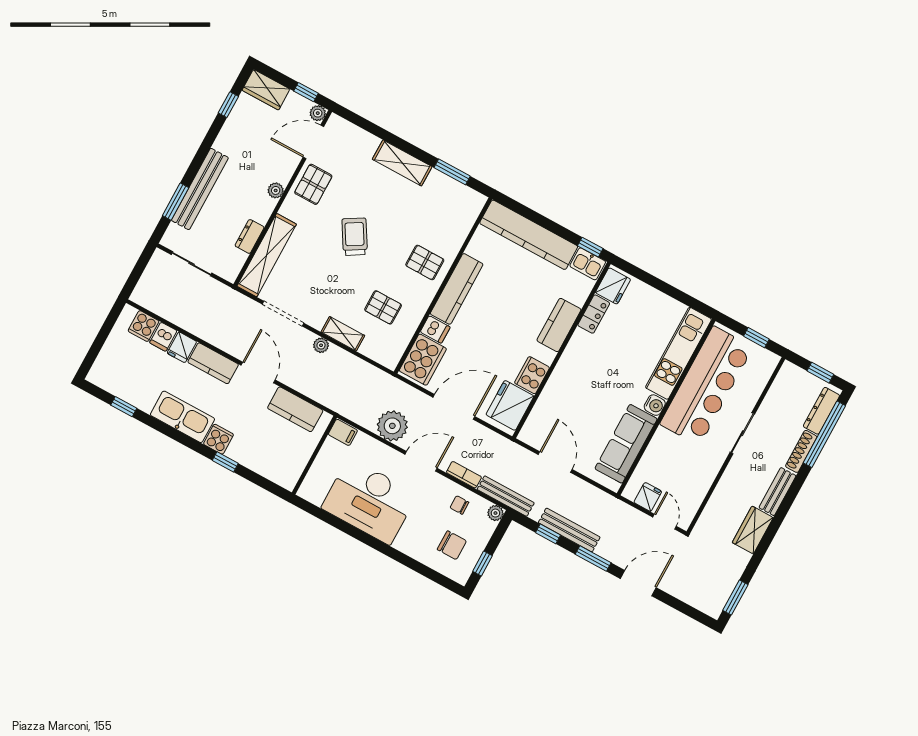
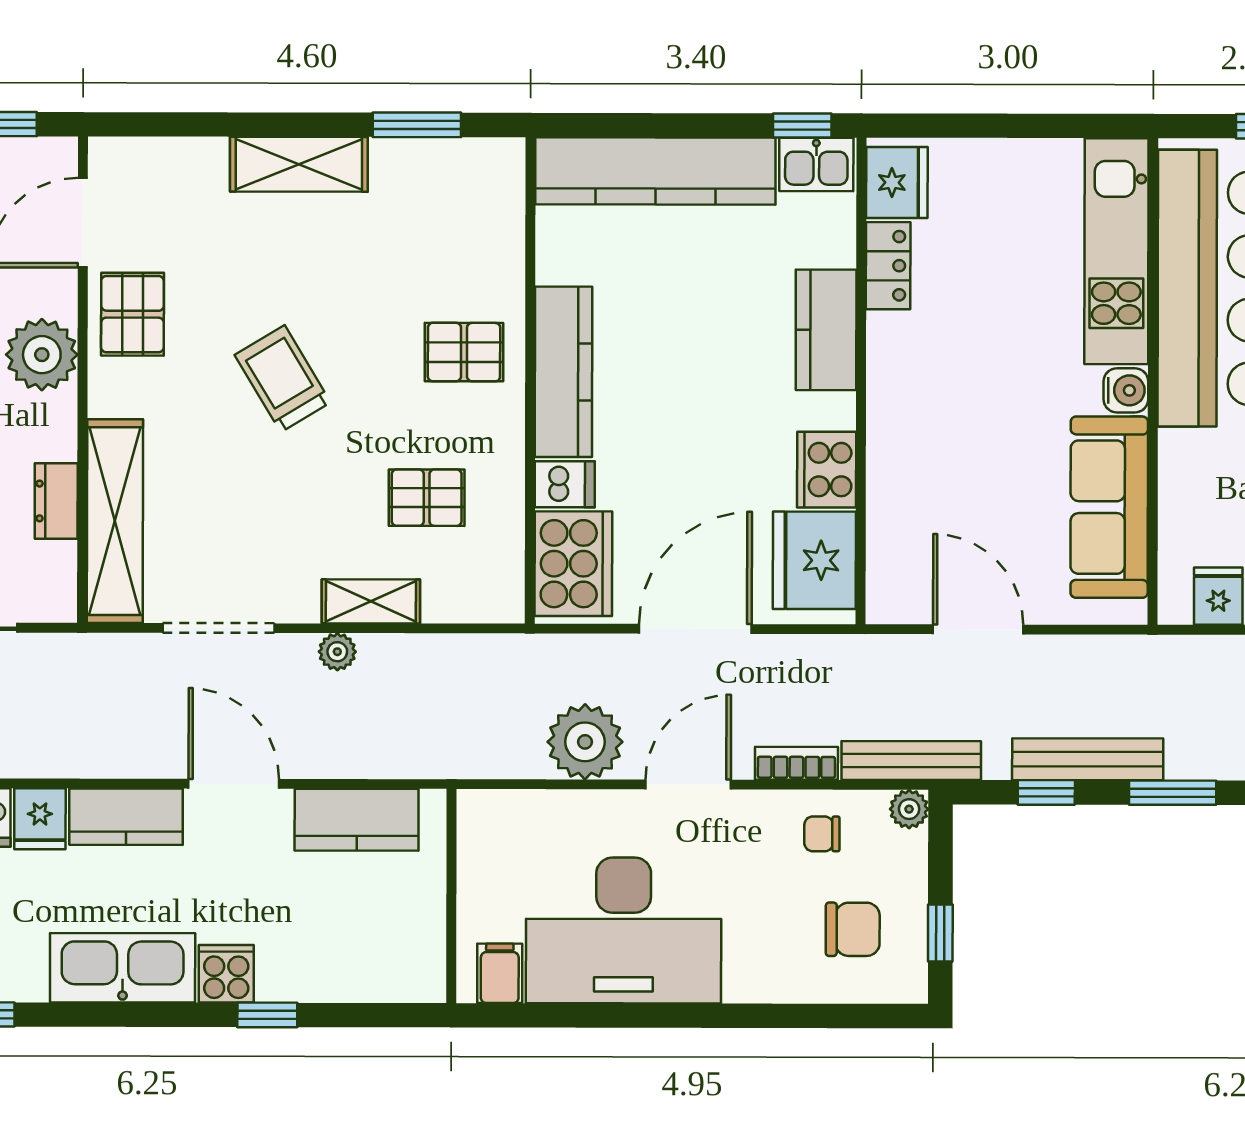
plant: (318, 113) -> (59, 156), removed
plant: (276, 190) -> (42, 355), width x1.88, depth x1.88
filing cabinet: (343, 432) -> (500, 973), moved, turned -90

